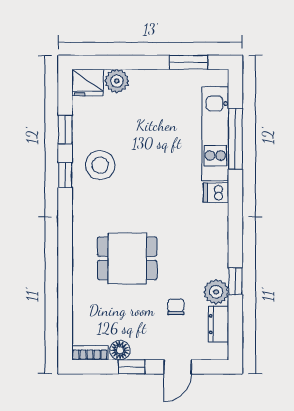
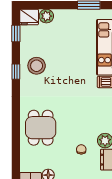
window: (65, 130) -> (16, 34), moved
dining table: (127, 258) -> (41, 128), moved, turned 90

